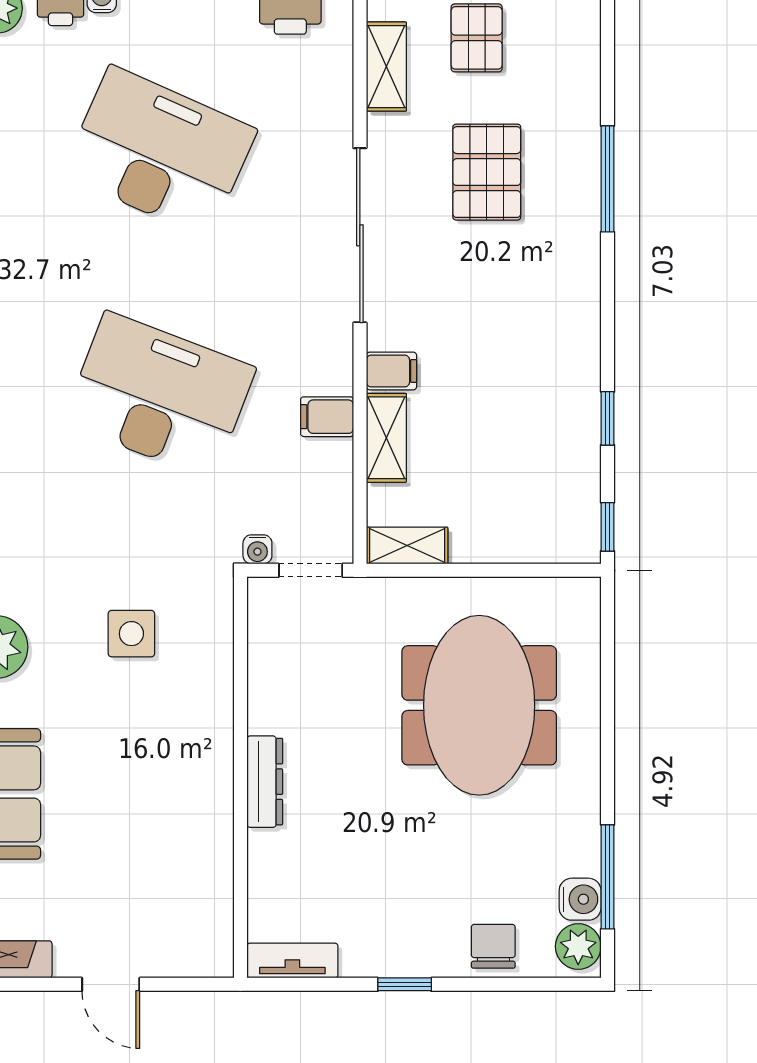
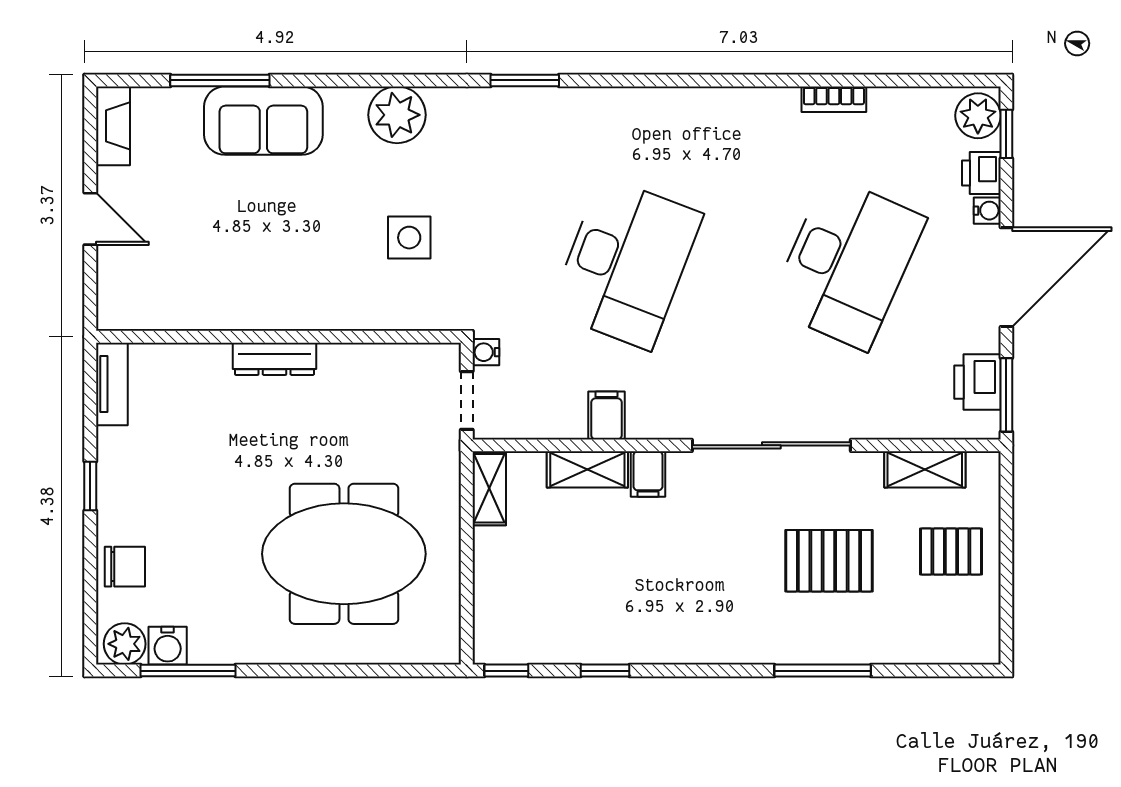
door: (111, 984) -> (90, 219), swing flipped

